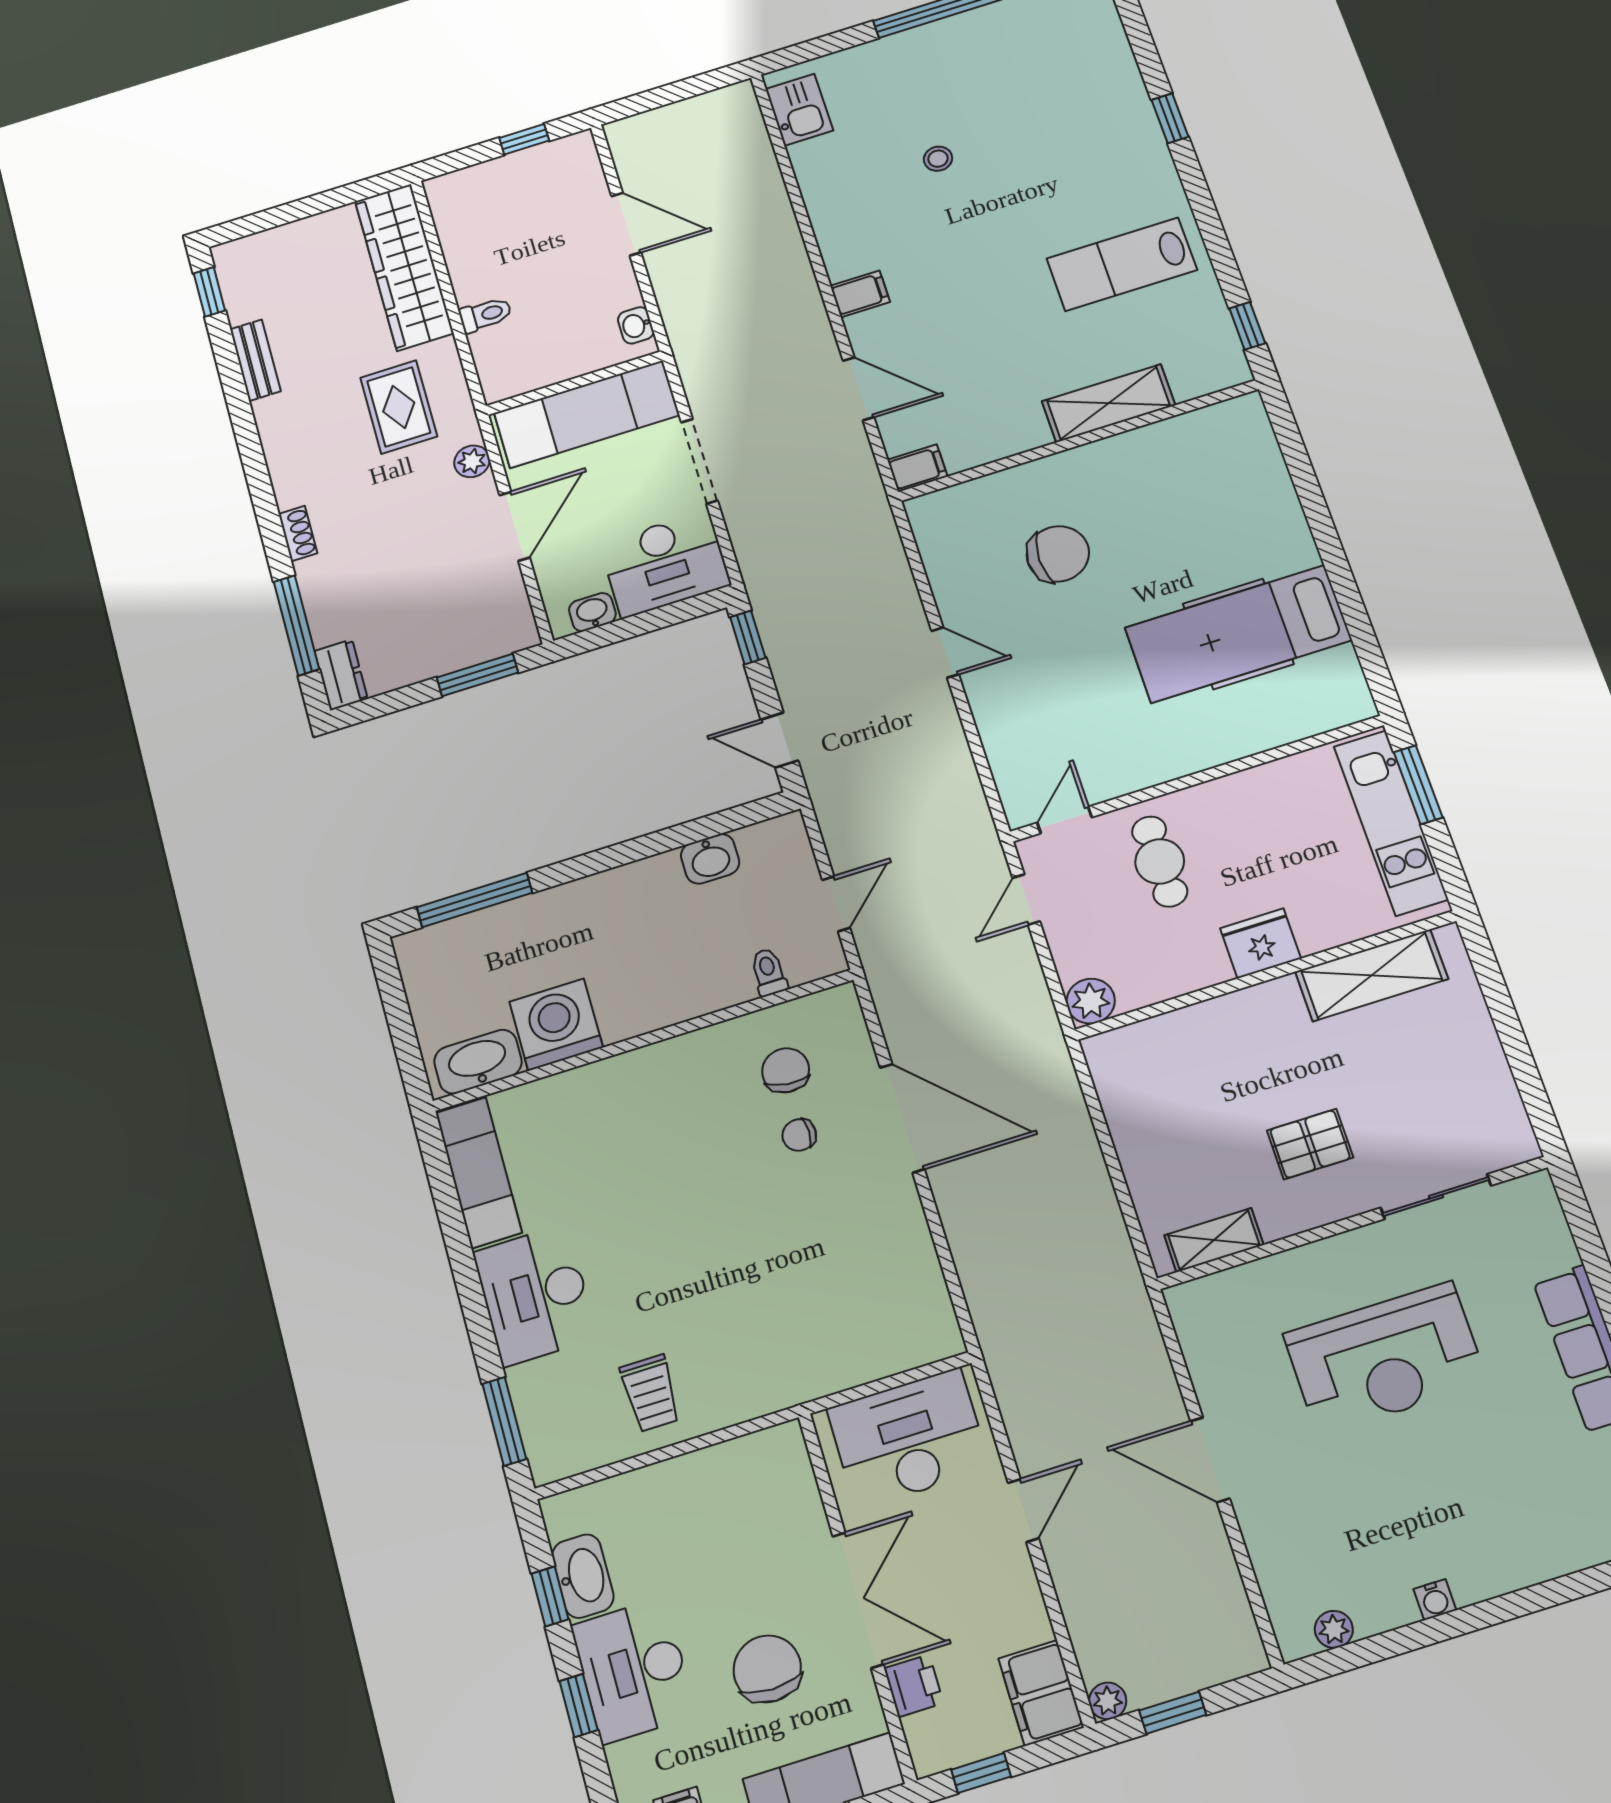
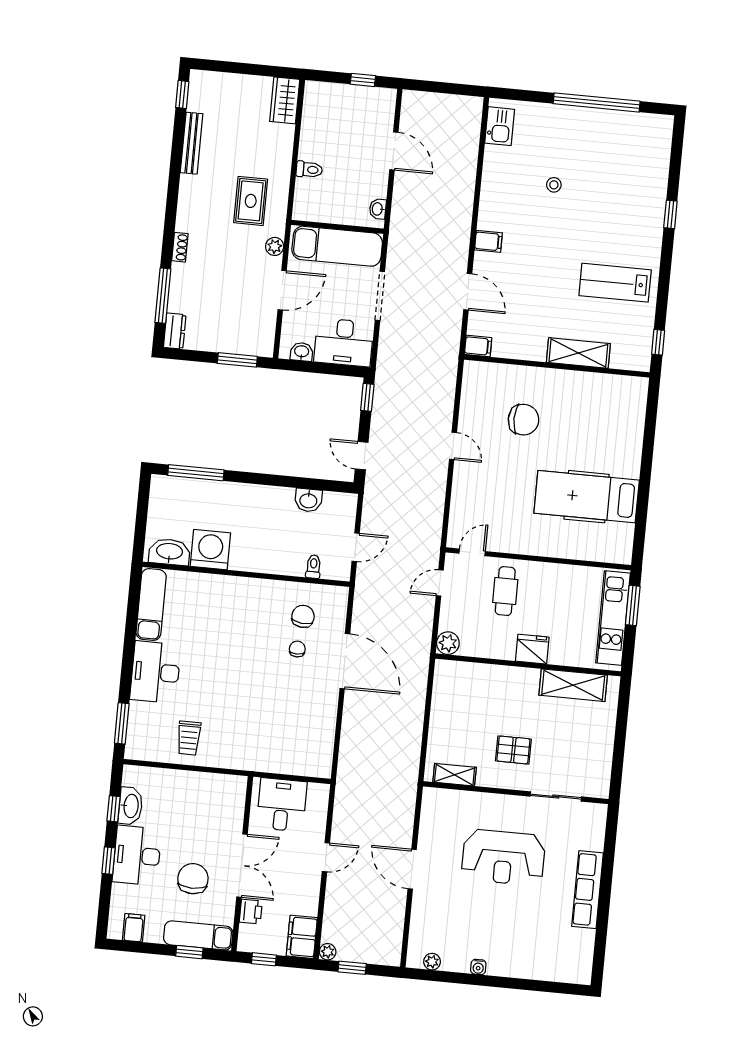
wardrobe: (404, 267) -> (285, 100), width x0.48, depth x0.85
bench: (255, 360) -> (192, 143), width x1.36
chair: (799, 1135) -> (297, 649), turned 90
desk: (908, 1439) -> (282, 805), width x0.73

